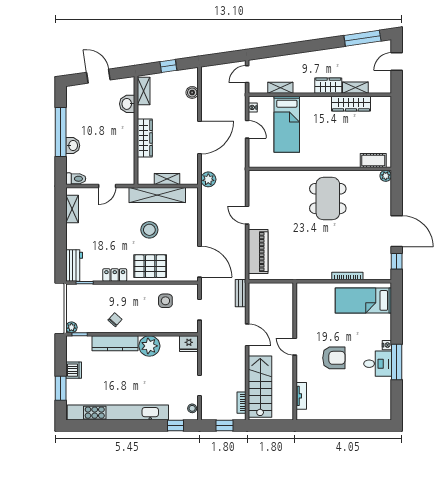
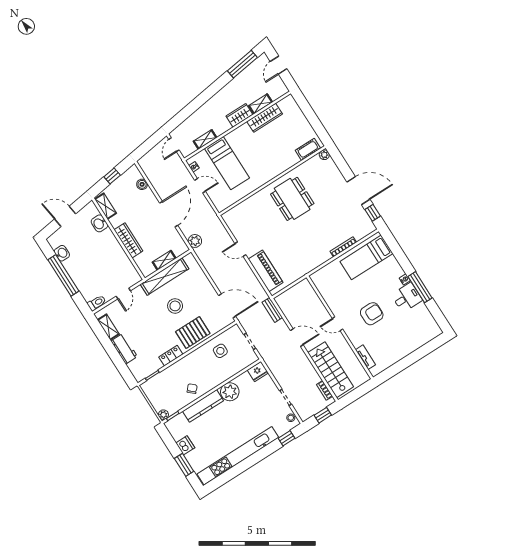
washbasin: (73, 146) -> (62, 253), moved
workbench: (74, 265) -> (124, 349), moved

